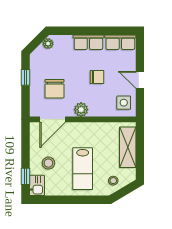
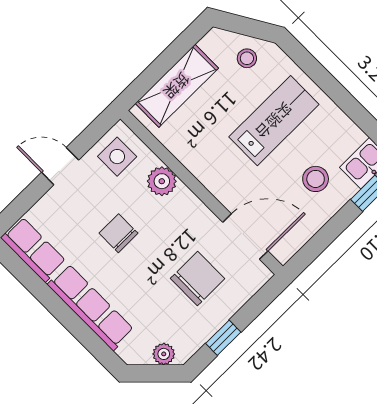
row of seats: (88, 42) -> (91, 307), width x1.48
plant: (48, 44) -> (164, 354), moved
door: (140, 80) -> (60, 166), swing flipped
plant: (81, 110) -> (162, 181), moved

